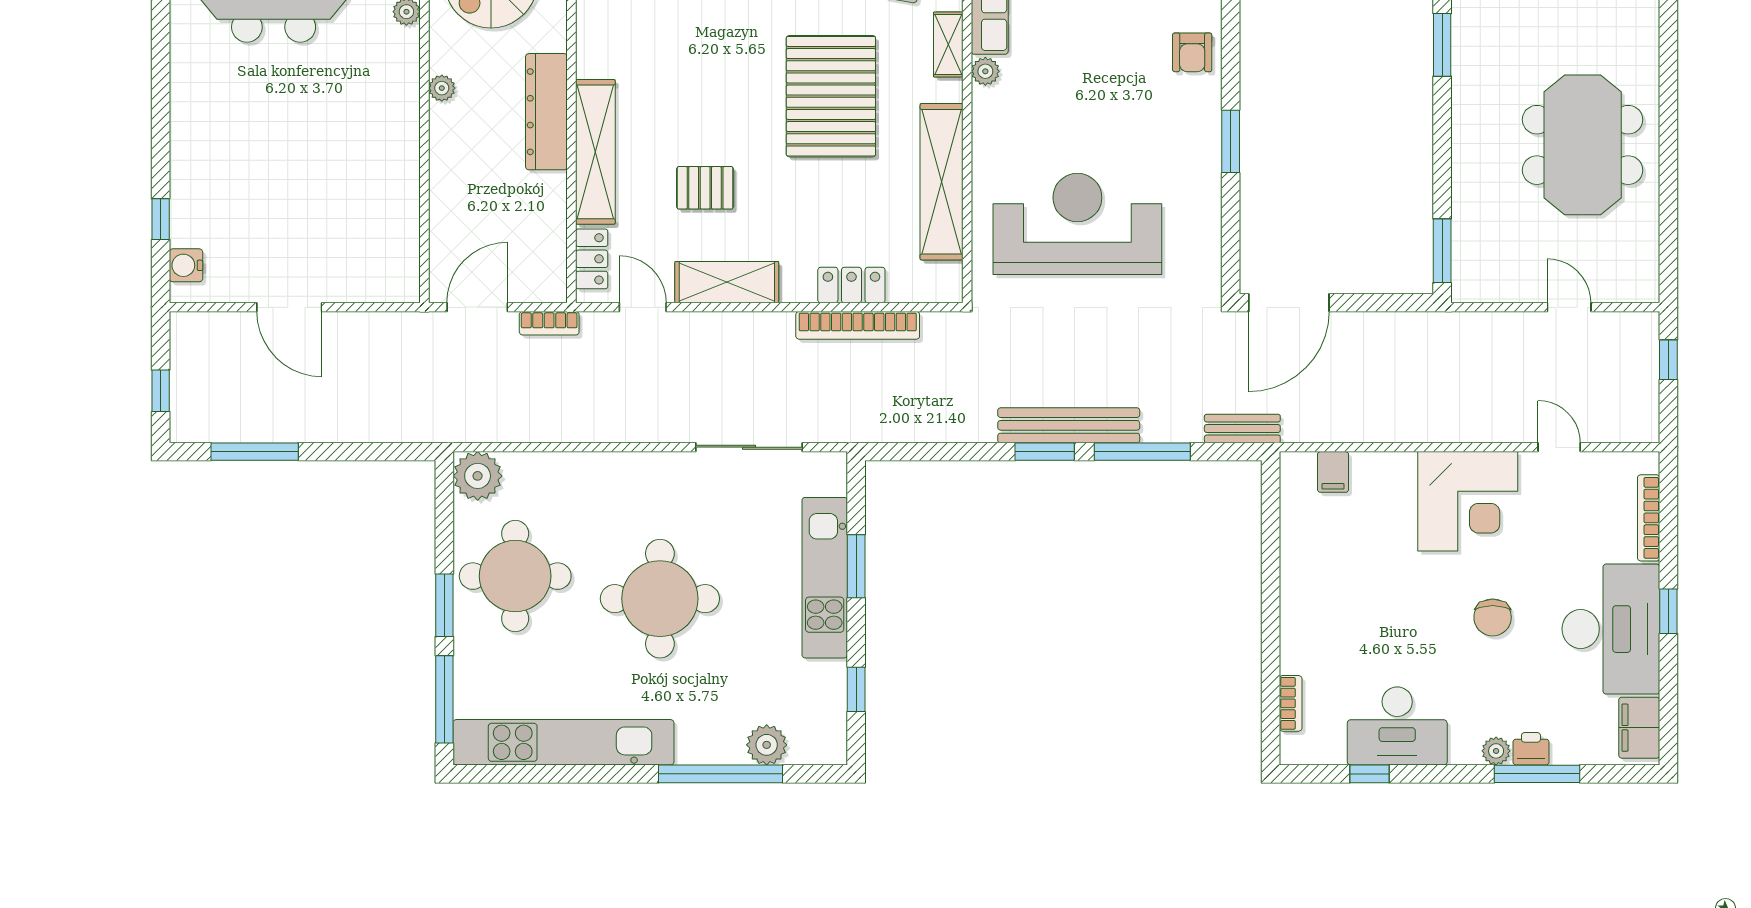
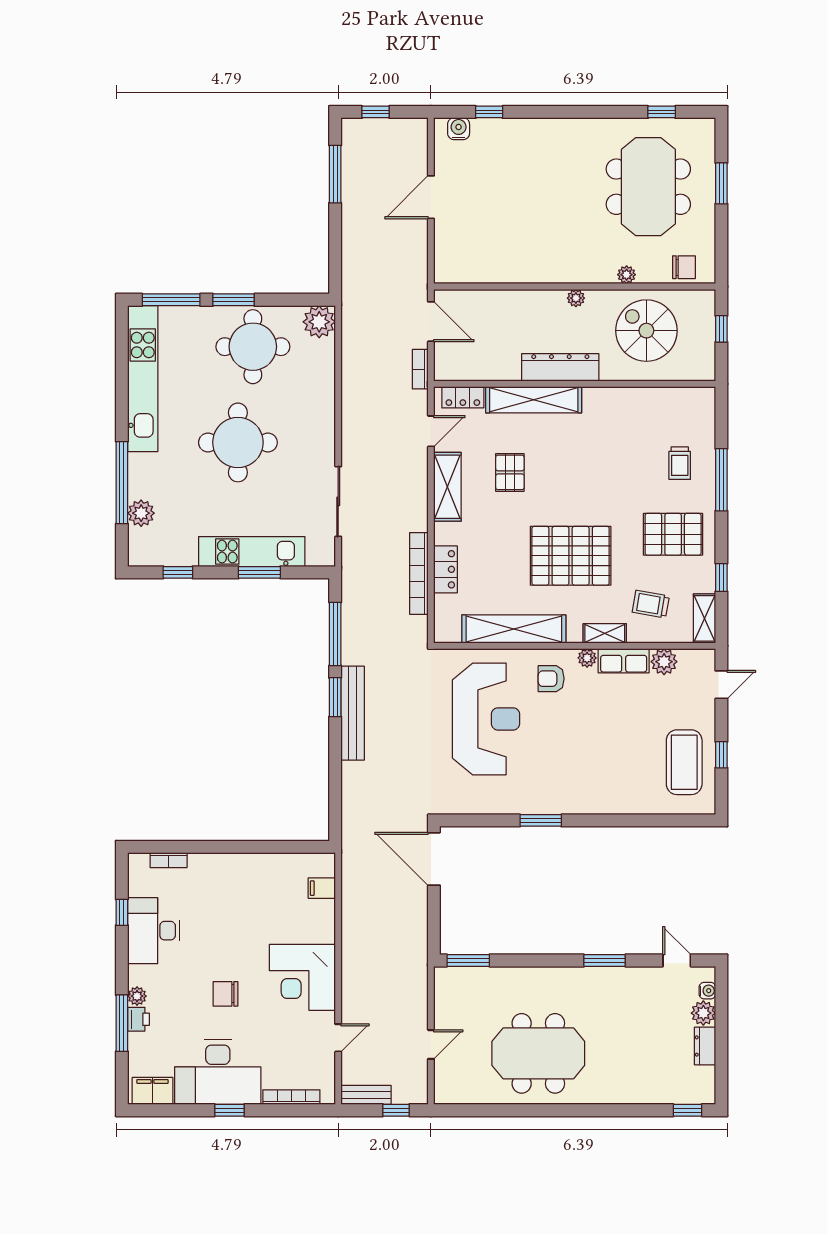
armchair: (1192, 52) -> (551, 679), moved
bench: (1242, 429) -> (366, 1095), moved, turned 90
window: (1142, 452) -> (335, 634), moved

